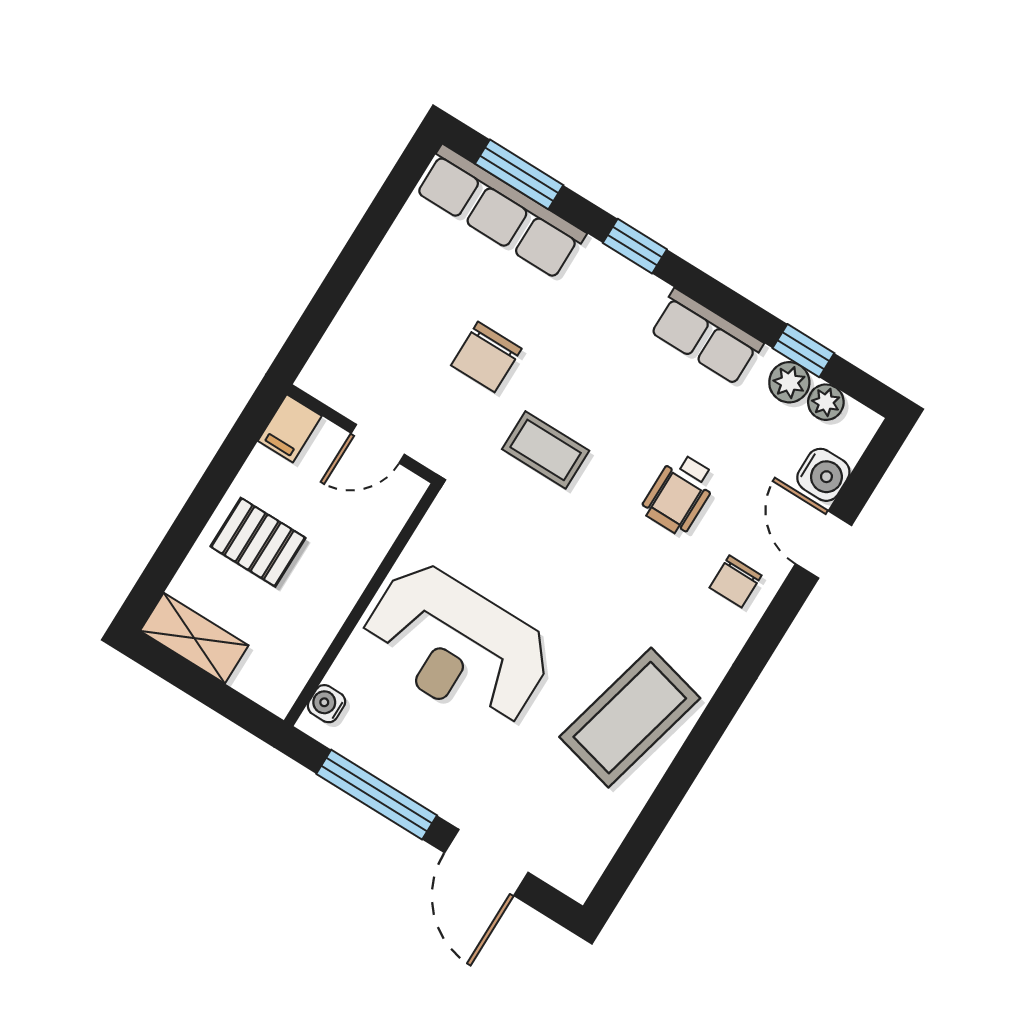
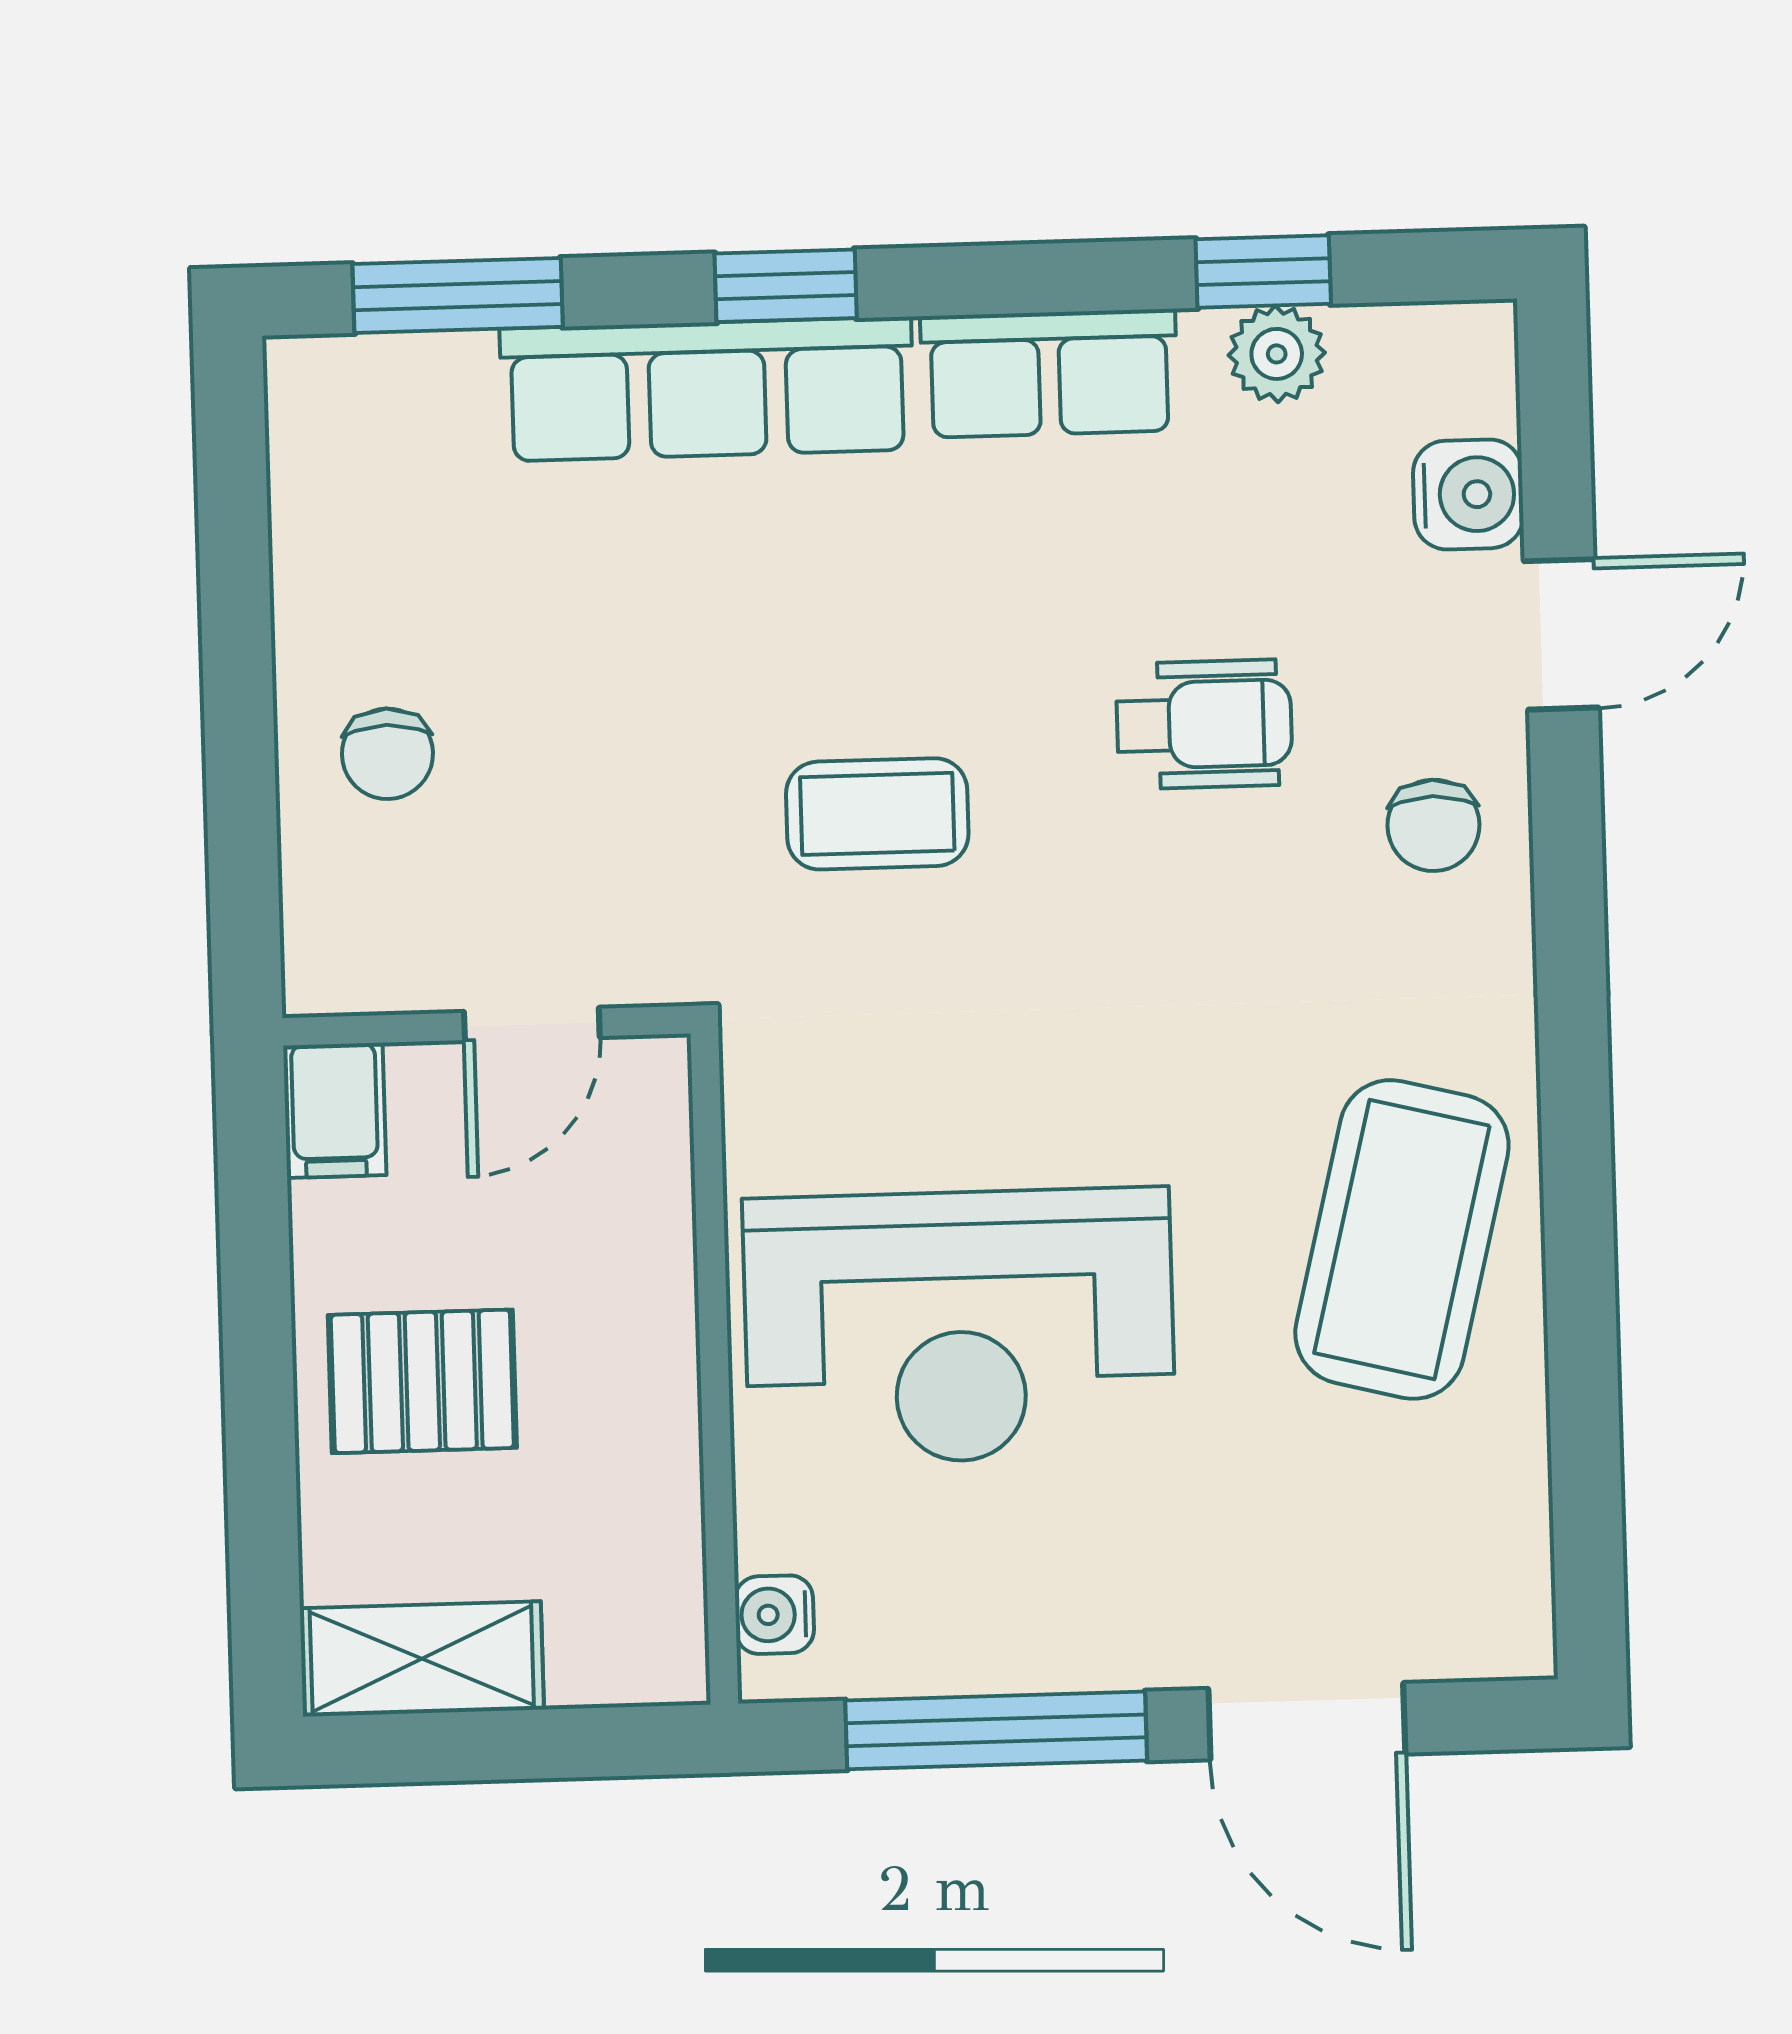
row of seats: (500, 212) -> (707, 389), moved
chair: (486, 357) -> (387, 754), moved, width x0.73, depth x0.73
plant: (826, 402) -> (1377, 345), removed
wheelchair: (679, 494) -> (1204, 724), turned -90
door: (824, 545) -> (1561, 634), swing flipped

